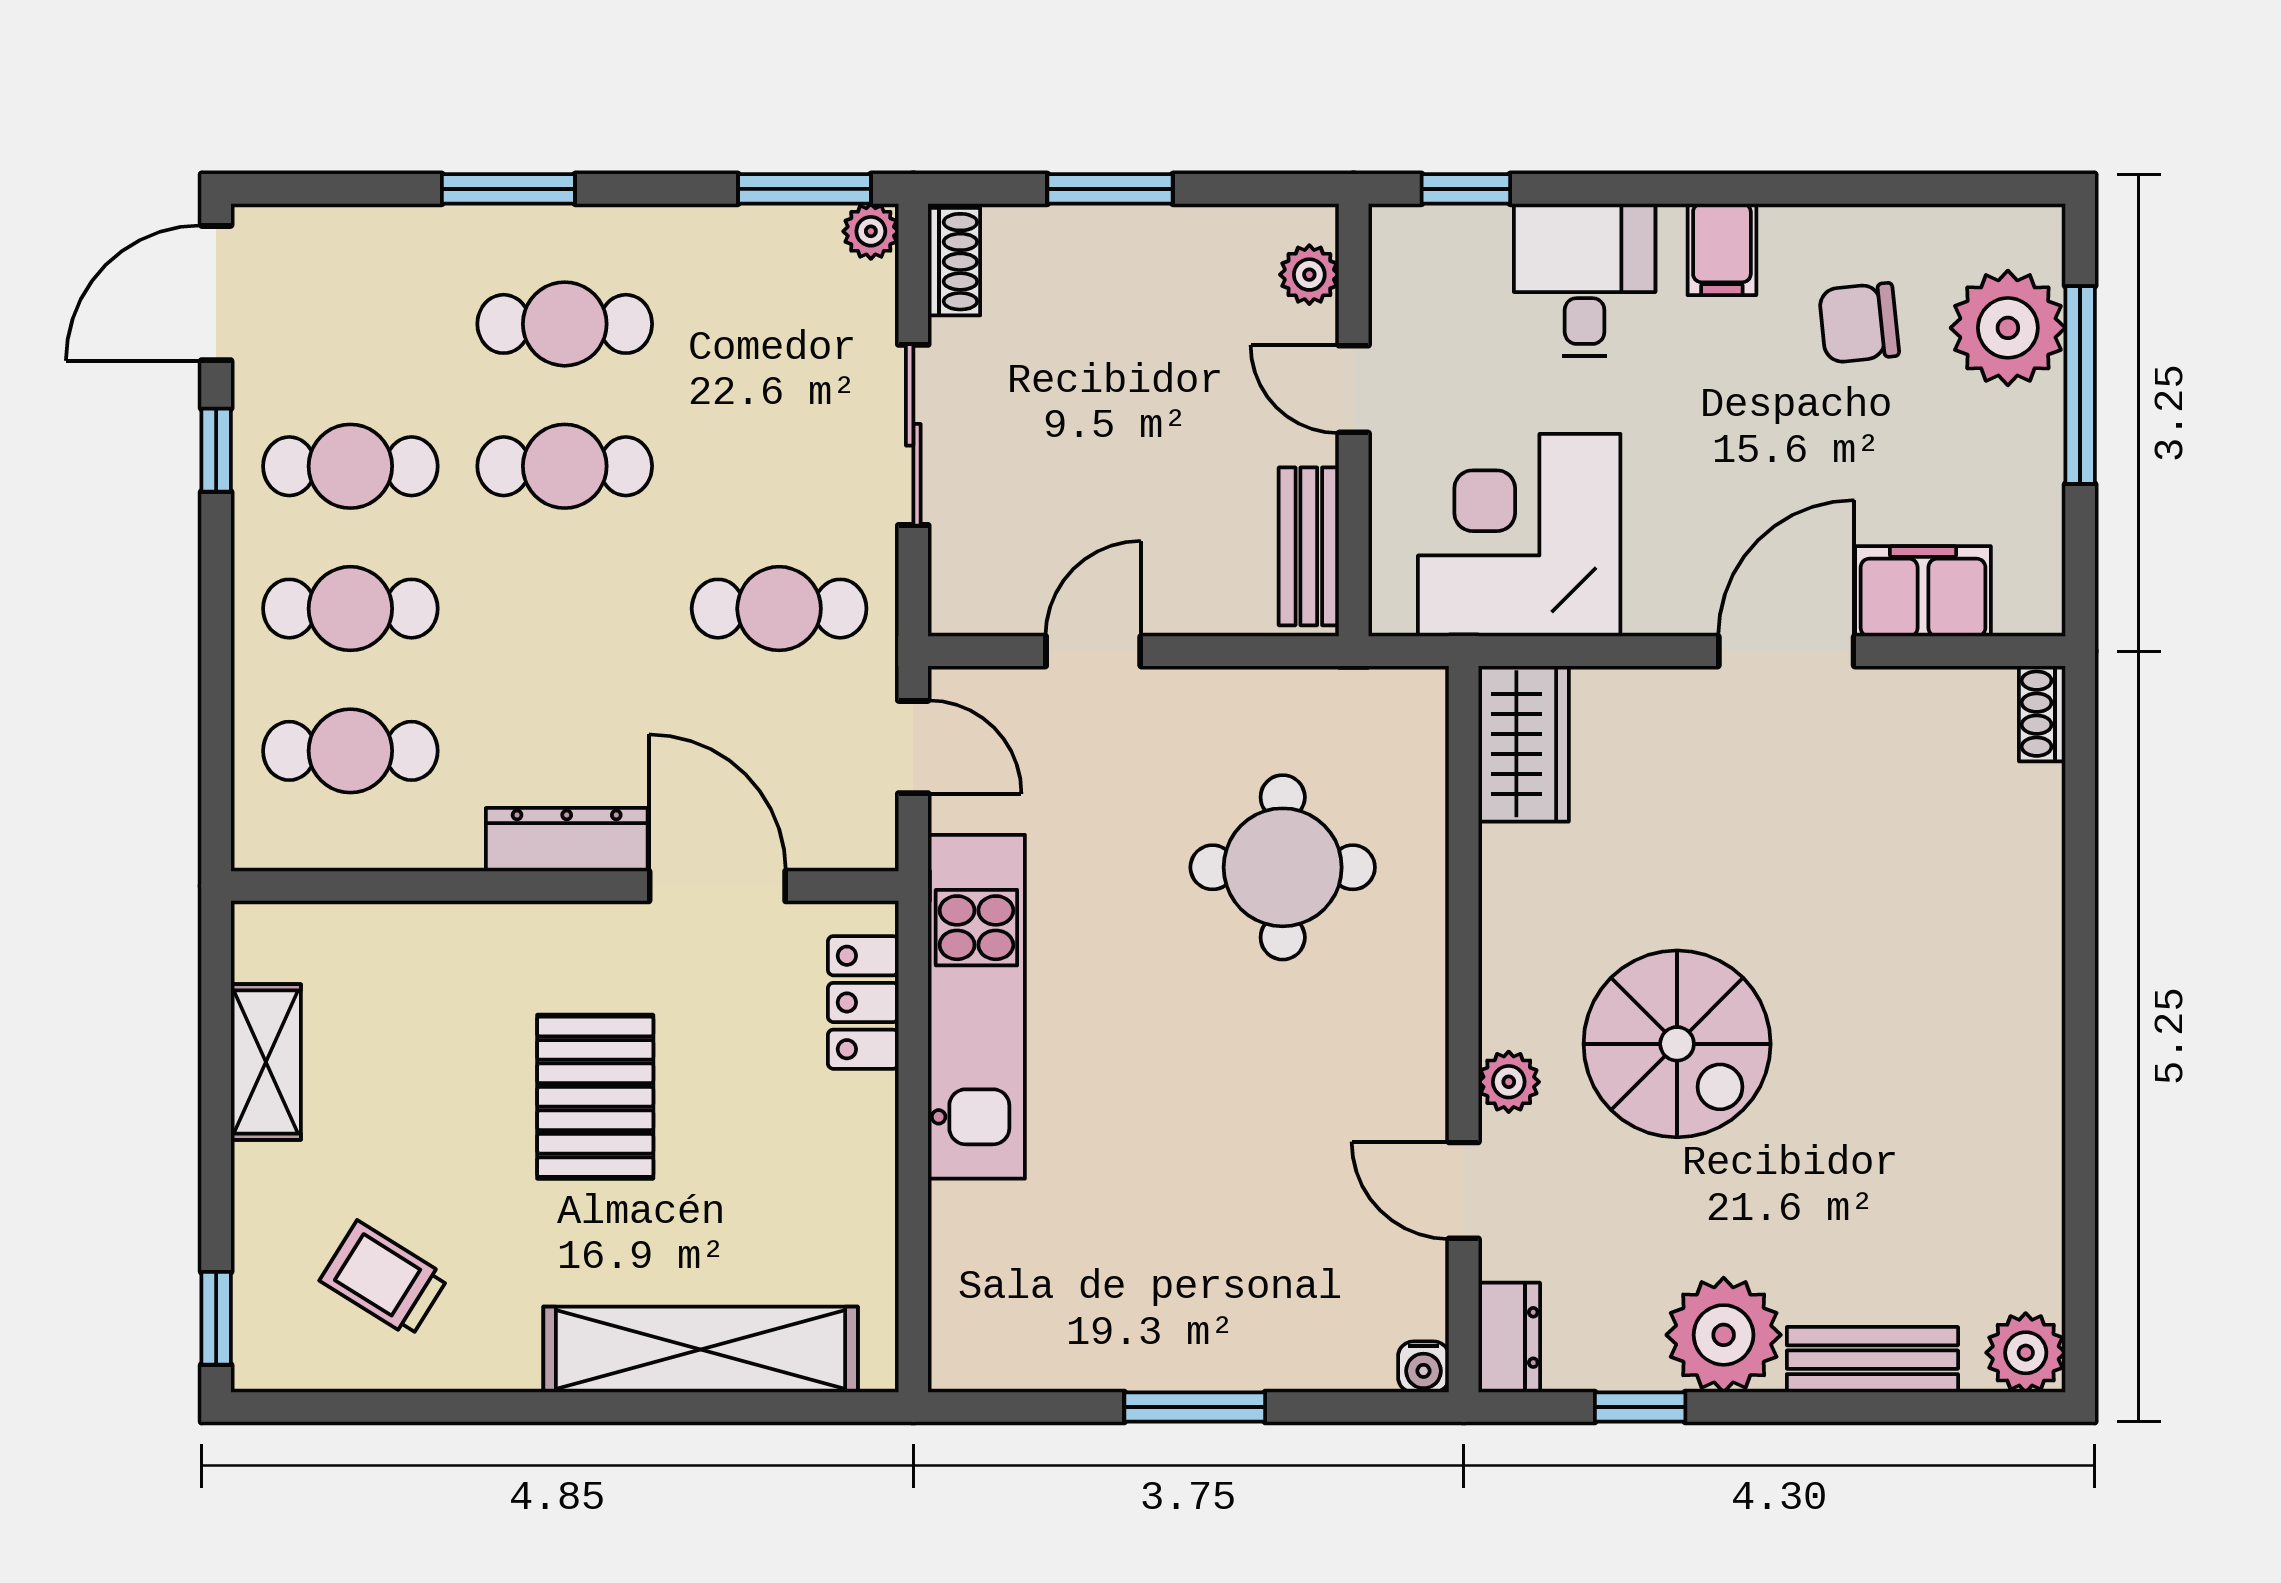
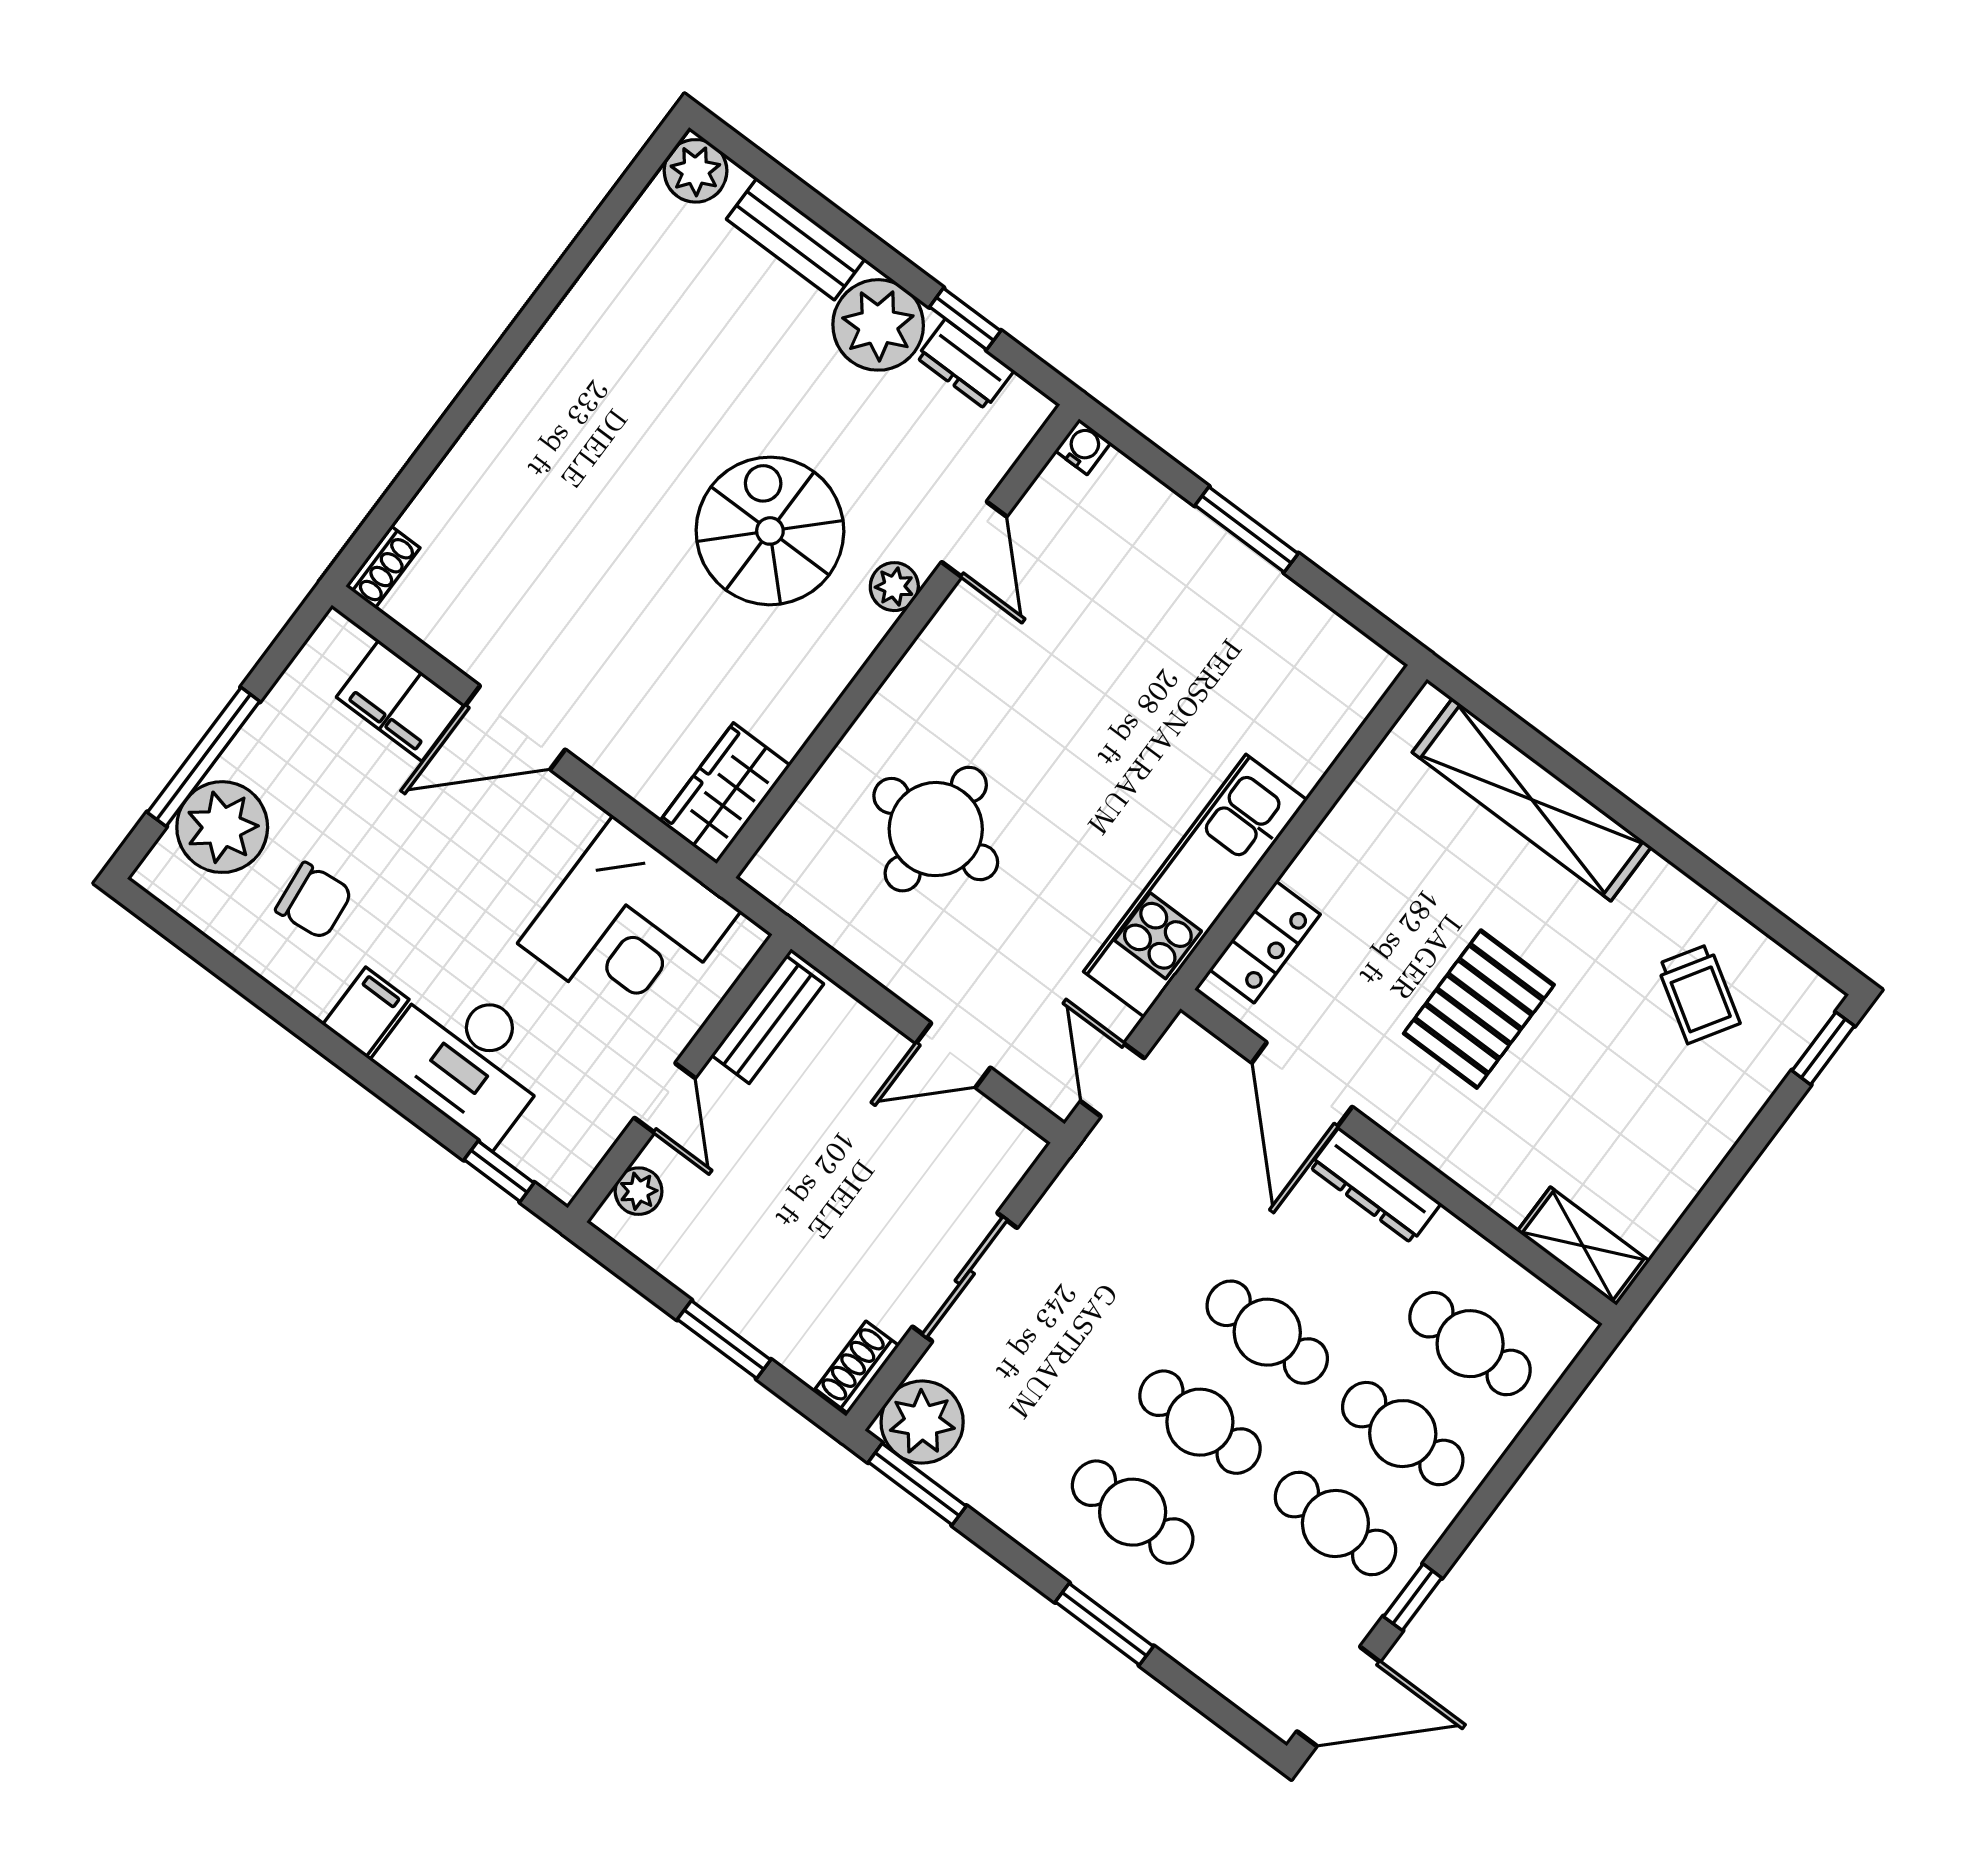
plant: (871, 231) -> (922, 1422), width x1.87, depth x1.87
desk: (1585, 280) -> (467, 1058), width x1.37
cafe table: (779, 609) -> (1267, 1332), moved
shelving: (266, 1062) -> (1583, 1246), moved, turned 90
dresser: (1509, 1337) -> (965, 364), moved, turned -90

